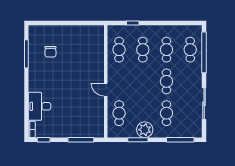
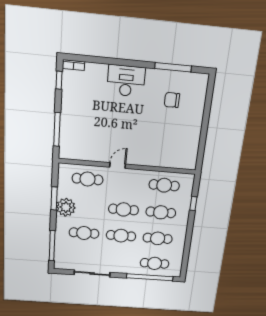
cafe table: (143, 81) -> (123, 209), added
desk: (40, 106) -> (126, 81), moved

